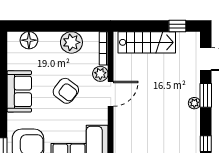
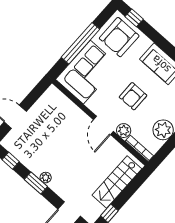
armchair: (66, 91) -> (133, 96), turned -37
window: (206, 95) -> (36, 183), moved

